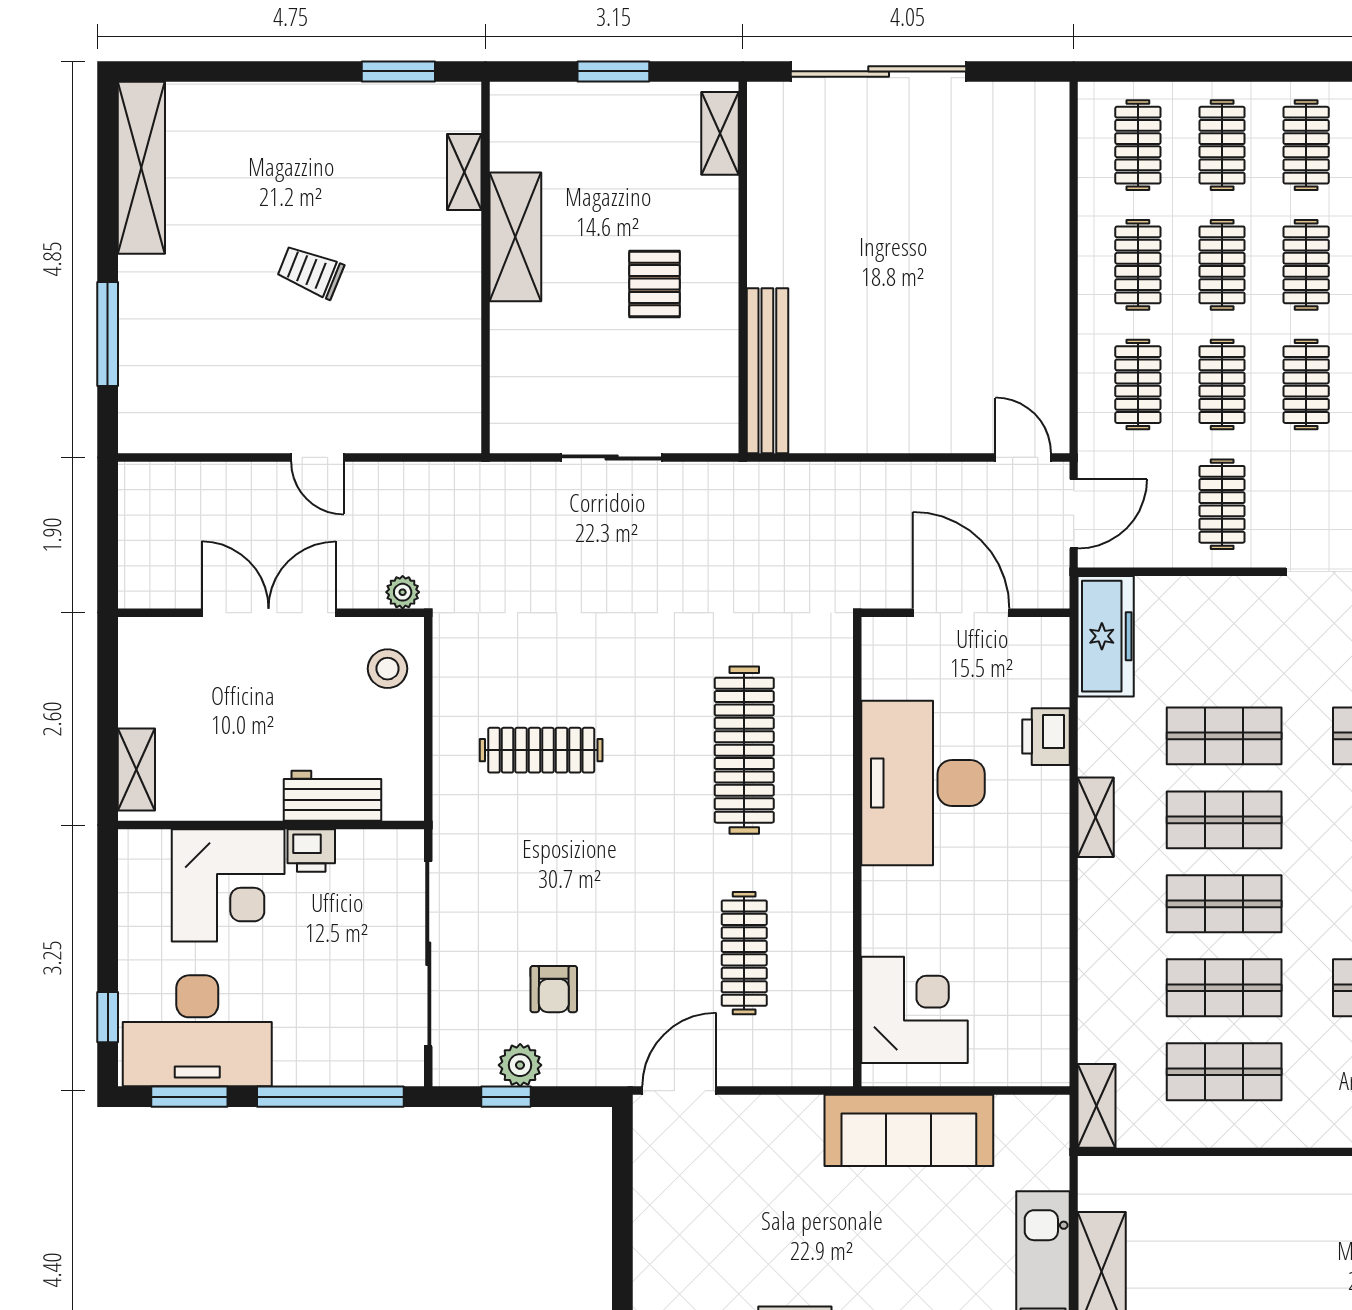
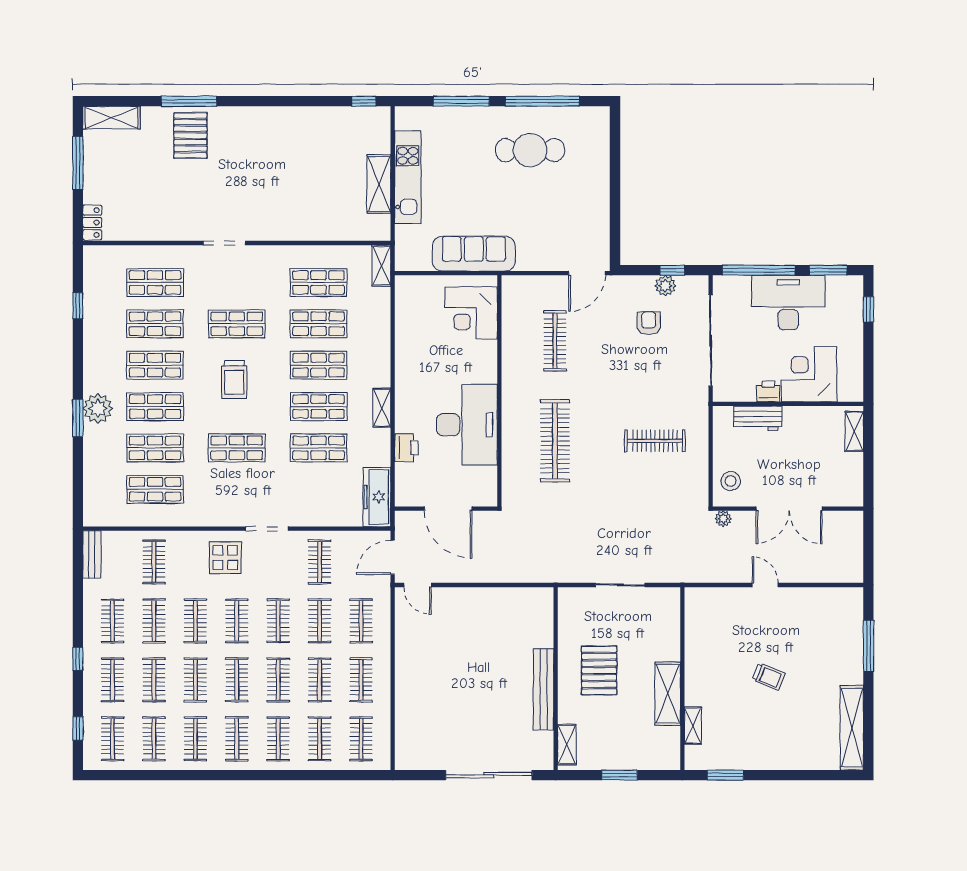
pallet: (654, 284) -> (599, 670), width x1.50, depth x1.42
bench: (767, 371) -> (543, 689), moved
desk: (197, 1031) -> (788, 303), moved

